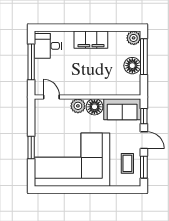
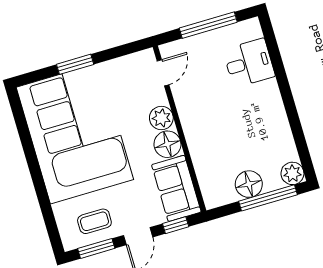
filing cabinet: (91, 40) -> (270, 108), removed
desk: (48, 46) -> (249, 63), moved, turned 90

